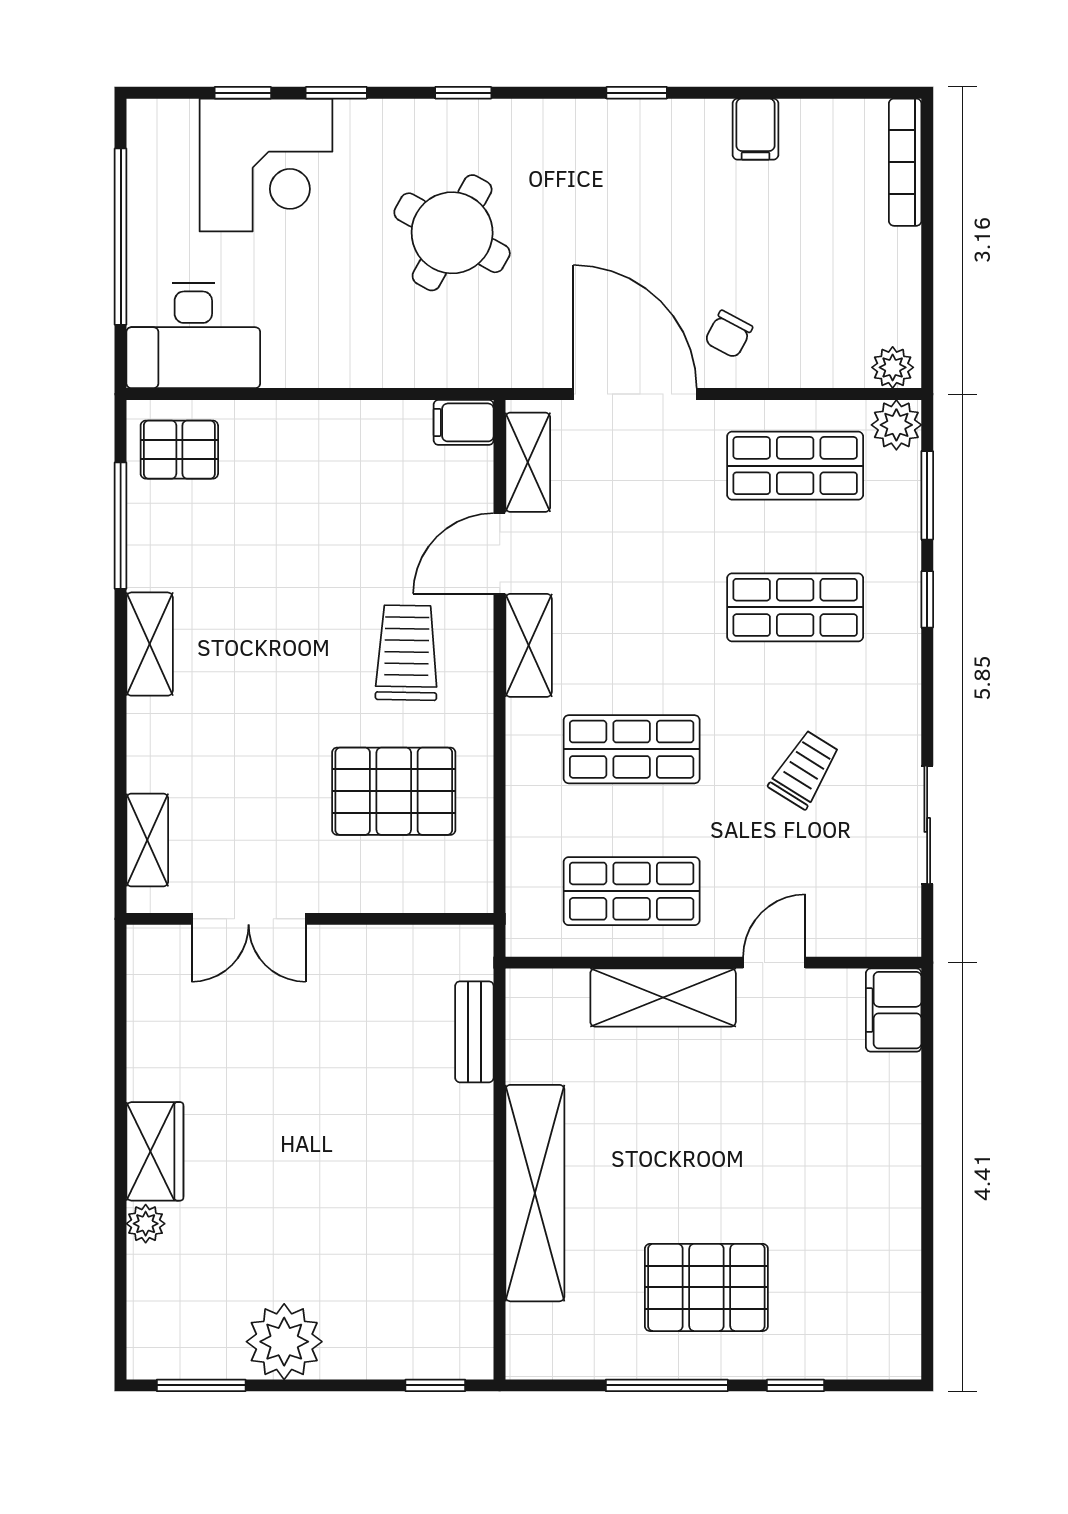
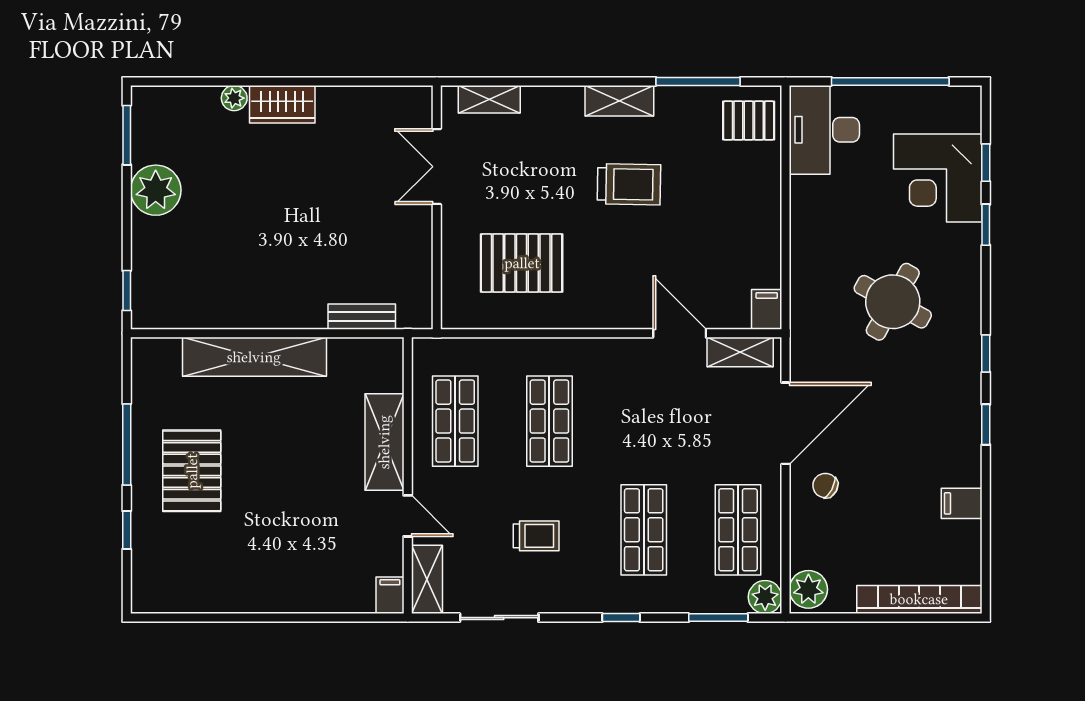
window: (463, 93) -> (986, 353), moved
bookcase: (905, 162) -> (919, 599), width x1.48, depth x1.31
plant: (893, 367) -> (808, 589), width x1.38, depth x1.38
pallet: (179, 450) -> (749, 120), turned 90
window: (927, 599) -> (621, 618), moved
shelving: (529, 645) -> (427, 579), moved, turned 90
trolley: (407, 653) -> (629, 184), moved
trolley: (804, 769) -> (536, 536), turned -32
pallet: (394, 791) -> (522, 263), turned 90
filing cabinet: (894, 1010) -> (390, 595), width x0.50

